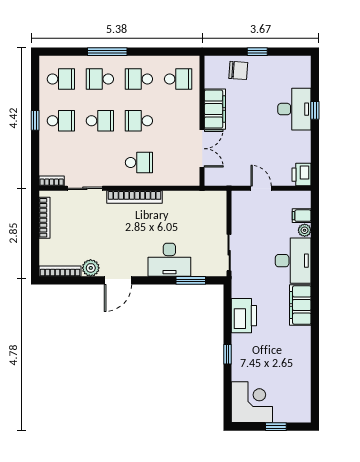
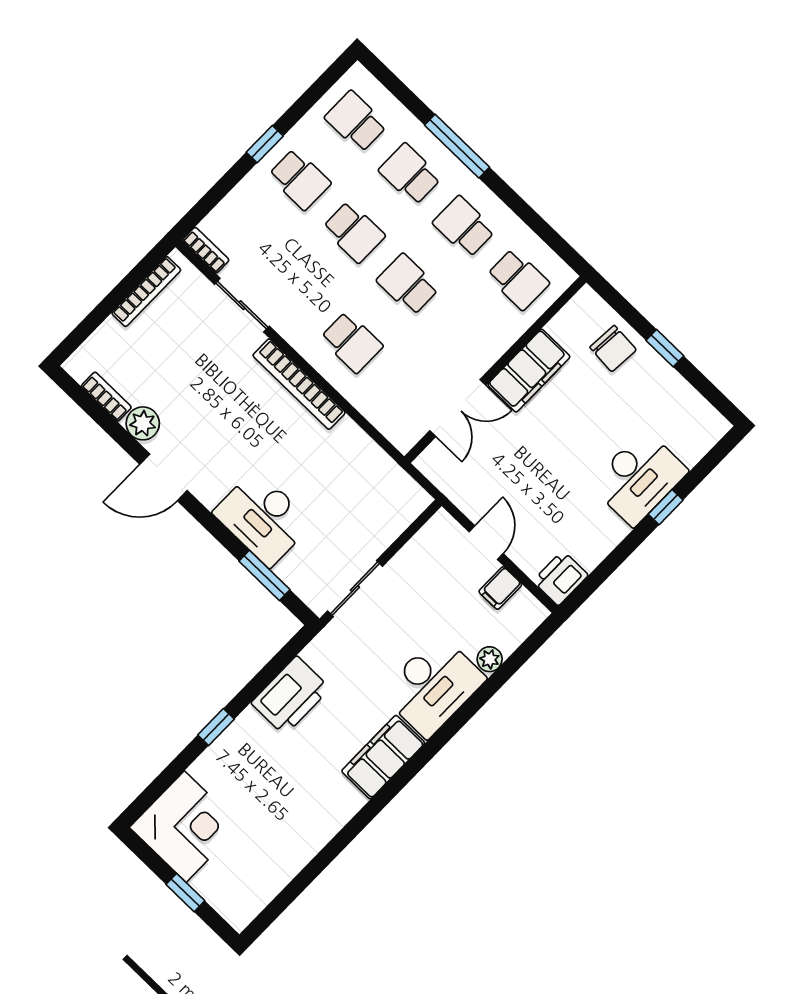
school desk: (61, 79) -> (356, 122), turned 180
filing cabinet: (302, 216) -> (500, 588), moved, turned -90
bookcase: (60, 271) -> (106, 397), width x0.64

